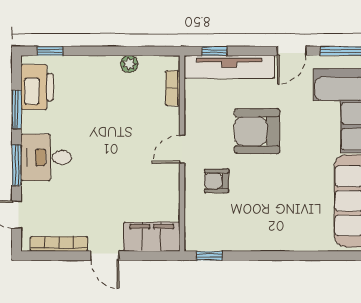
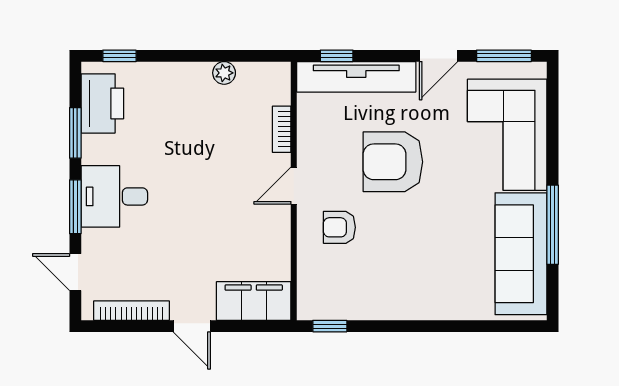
bookcase: (173, 88) -> (282, 129), moved

